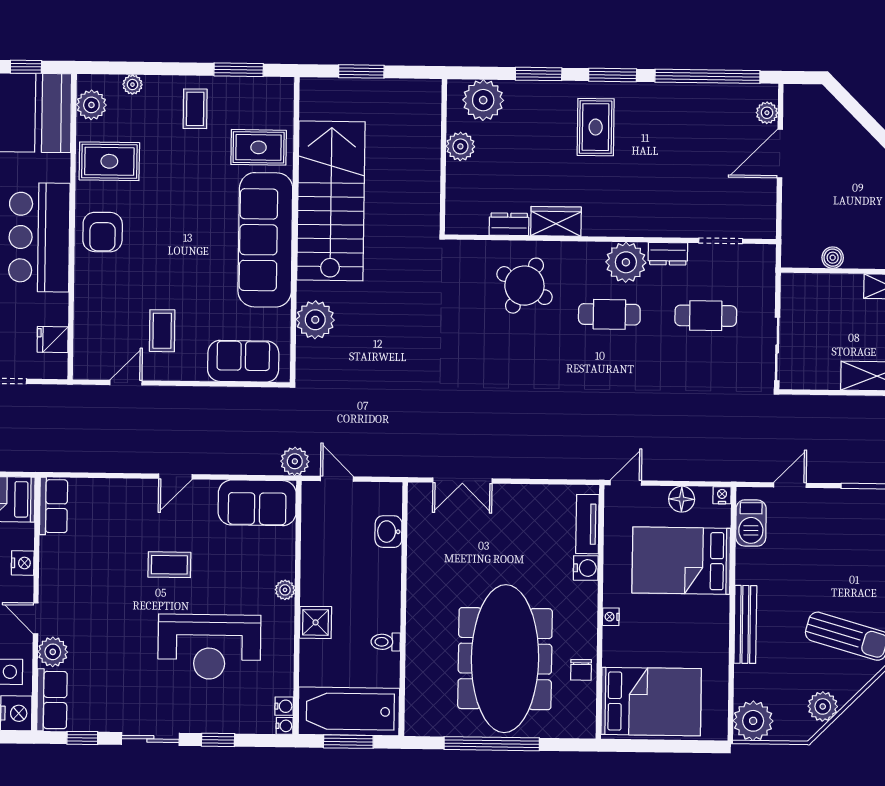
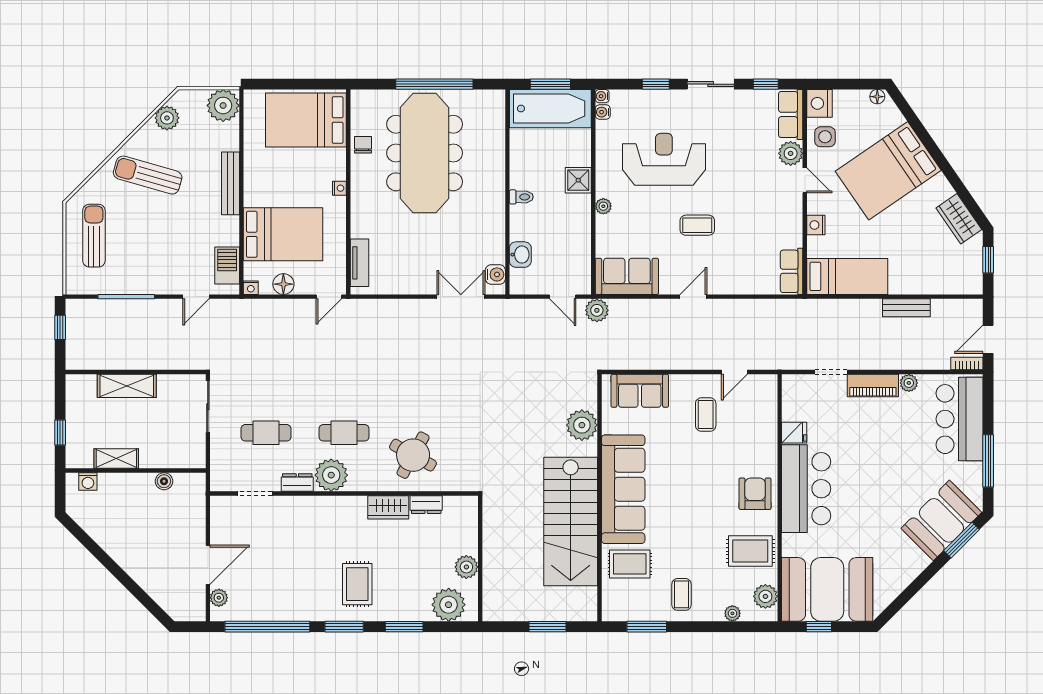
fridge: (53, 340) -> (794, 433), moved
water cooler: (586, 568) -> (495, 274), moved, turned 180
toilet: (386, 642) -> (521, 197), moved

